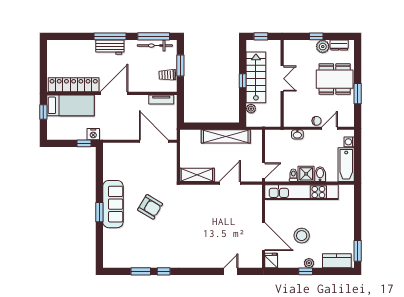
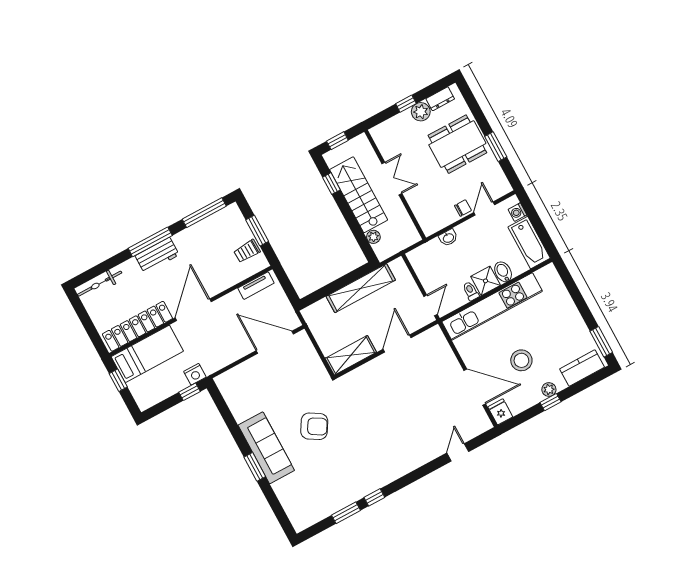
bicycle: (155, 46) -> (100, 284), moved
window: (243, 81) -> (331, 184), moved

